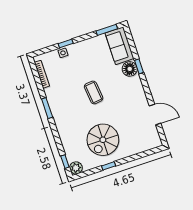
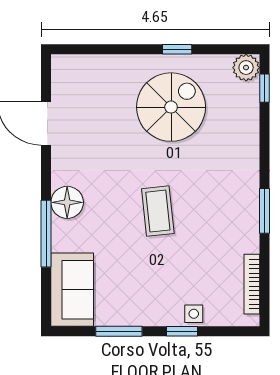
window: (107, 30) -> (119, 331), moved
window: (139, 66) -> (46, 234), width x2.17
floor lamp: (130, 69) -> (67, 202), moved

